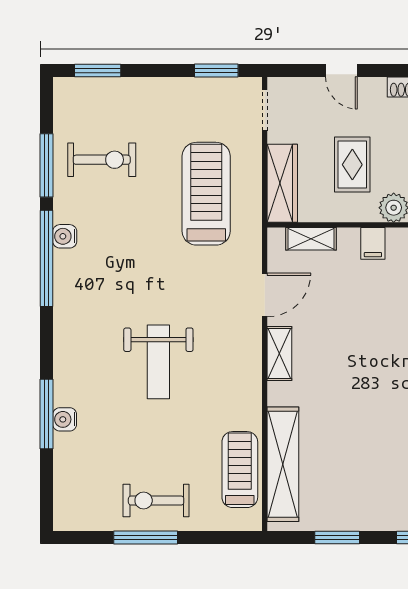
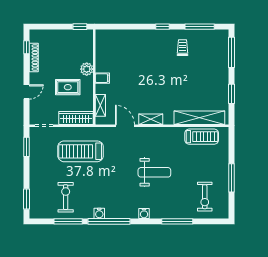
water cooler: (65, 419) -> (144, 213), moved
treadmill: (240, 470) -> (202, 137), turned 180
exercise bike: (156, 501) -> (205, 197), moved

